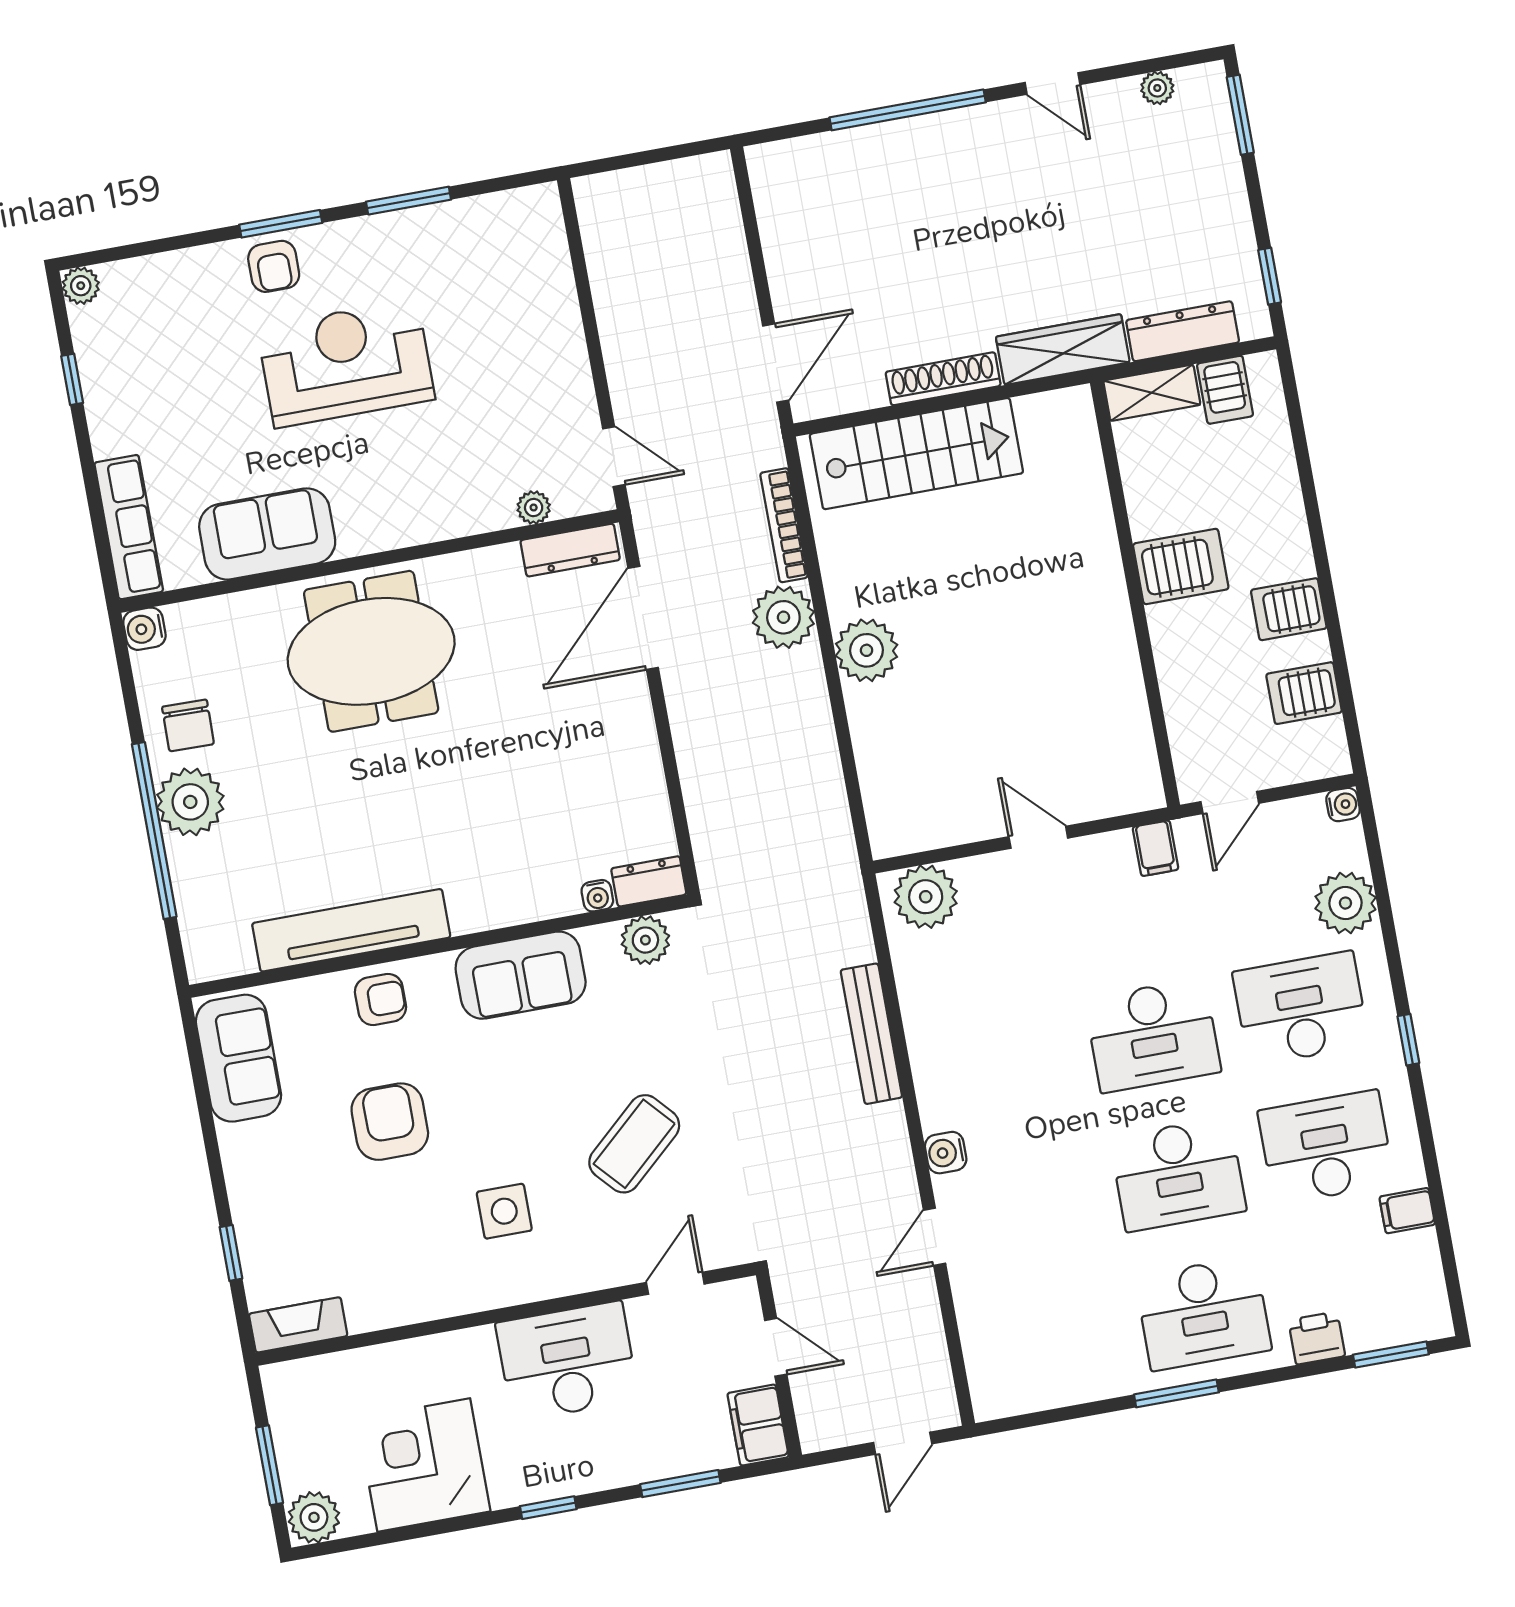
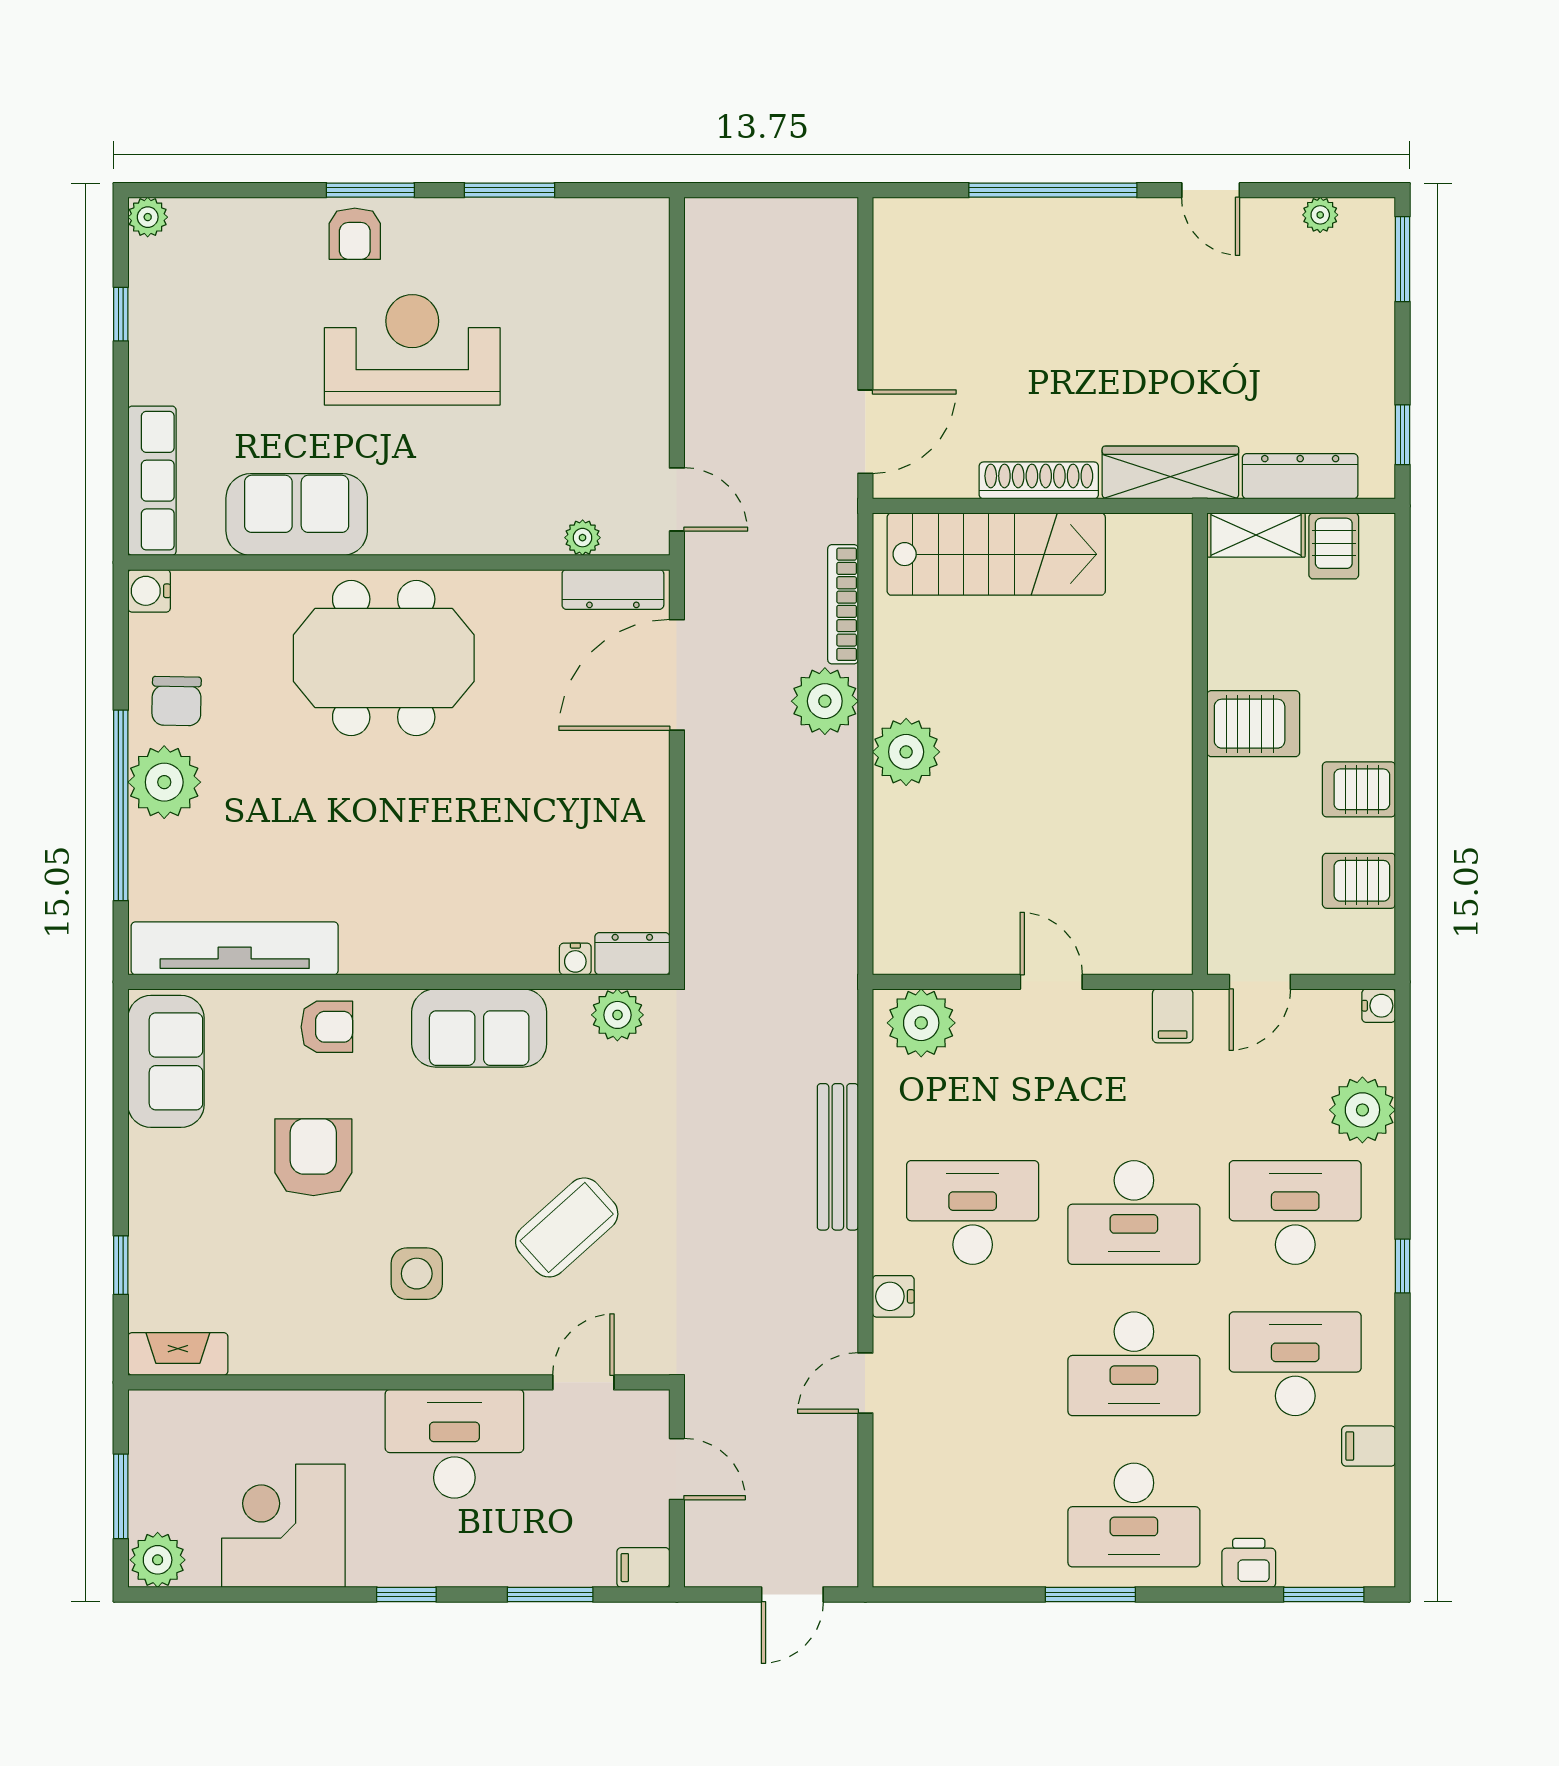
tv unit: (351, 930) -> (235, 948), moved
desk: (1005, 1062) -> (973, 1213), added
filing cabinet: (758, 1425) -> (643, 1568), width x0.50

